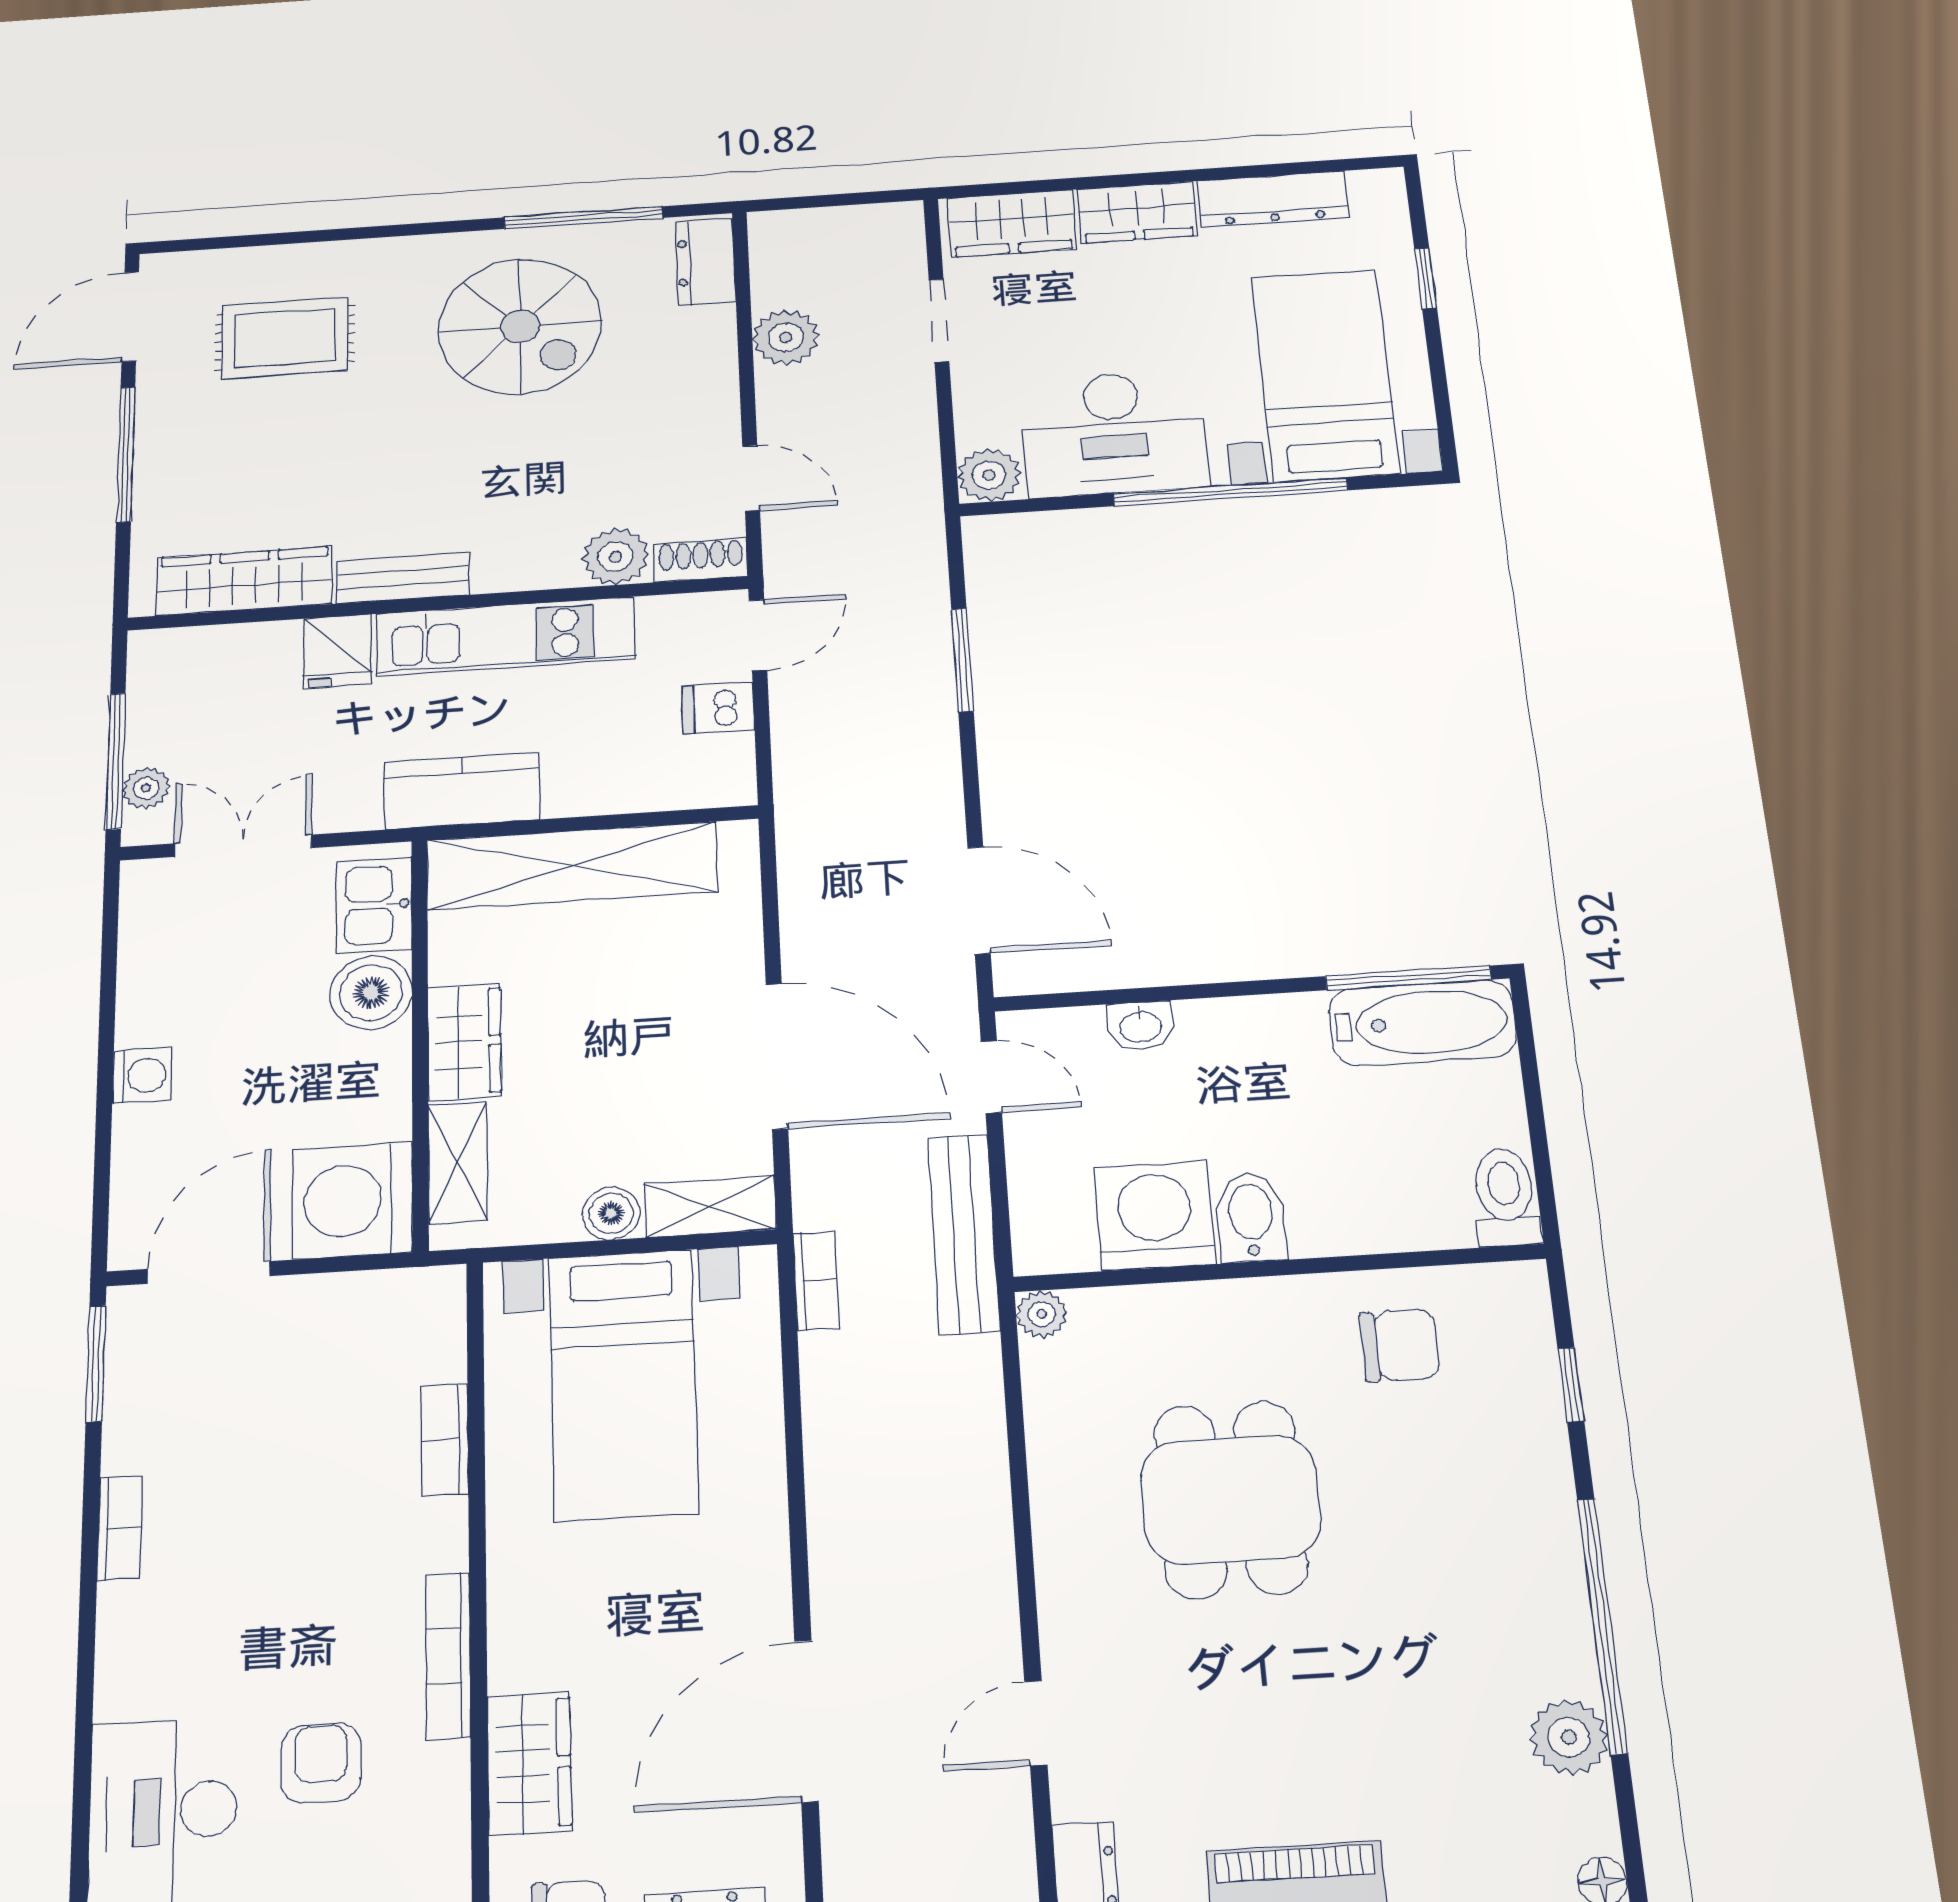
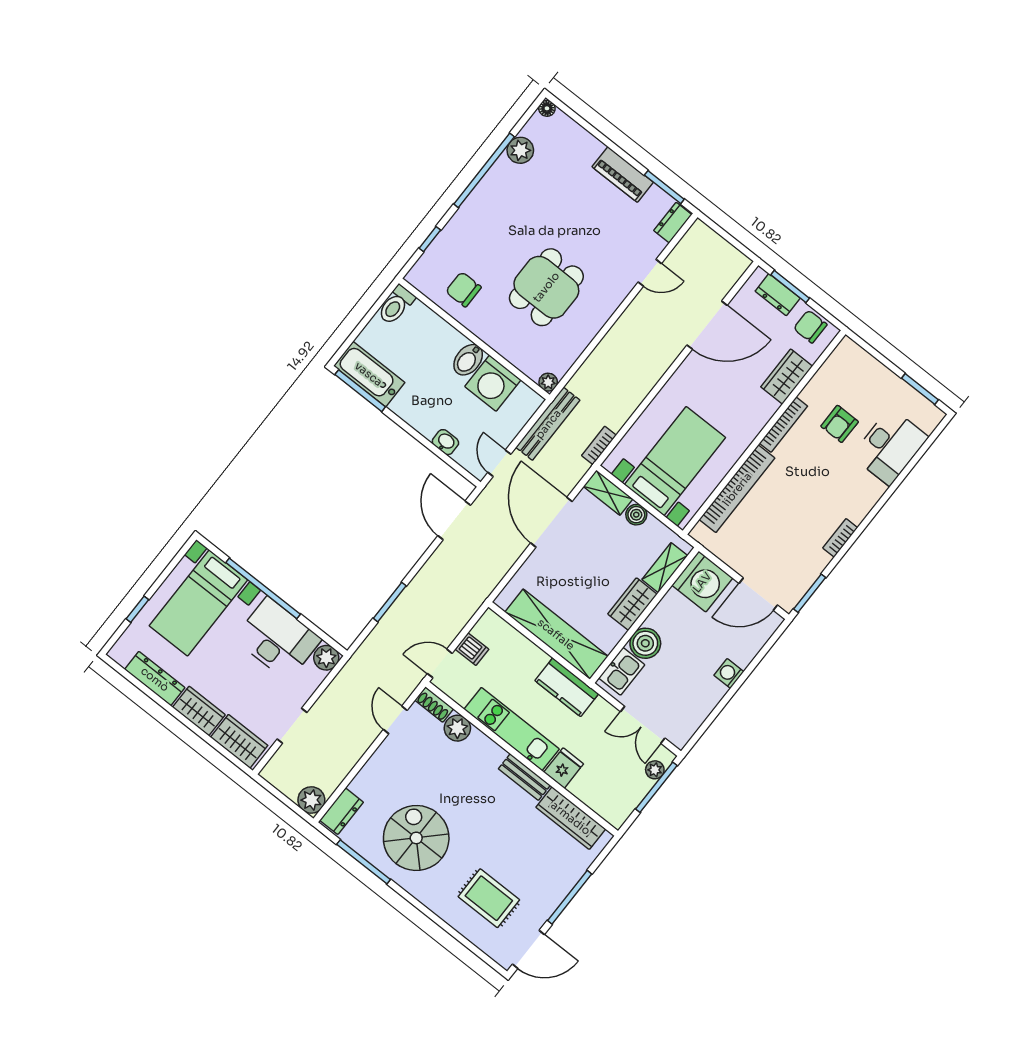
plant: (786, 337) -> (311, 800), moved
bookcase: (445, 1440) -> (737, 489), width x2.31, depth x1.31

